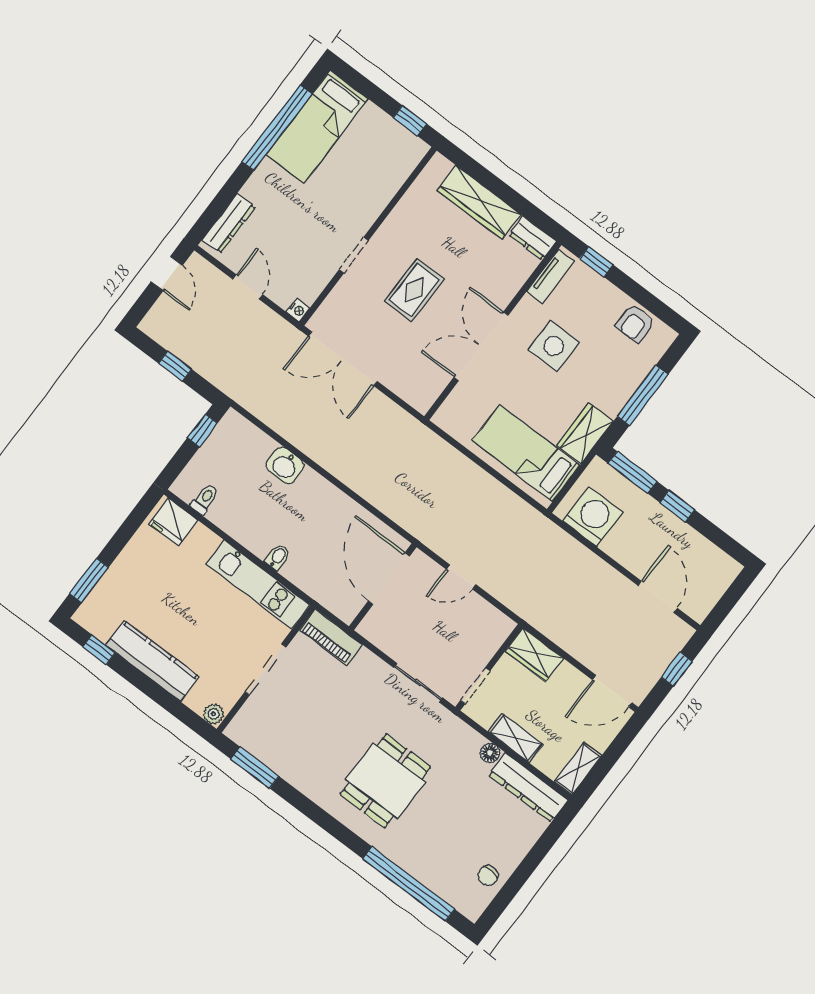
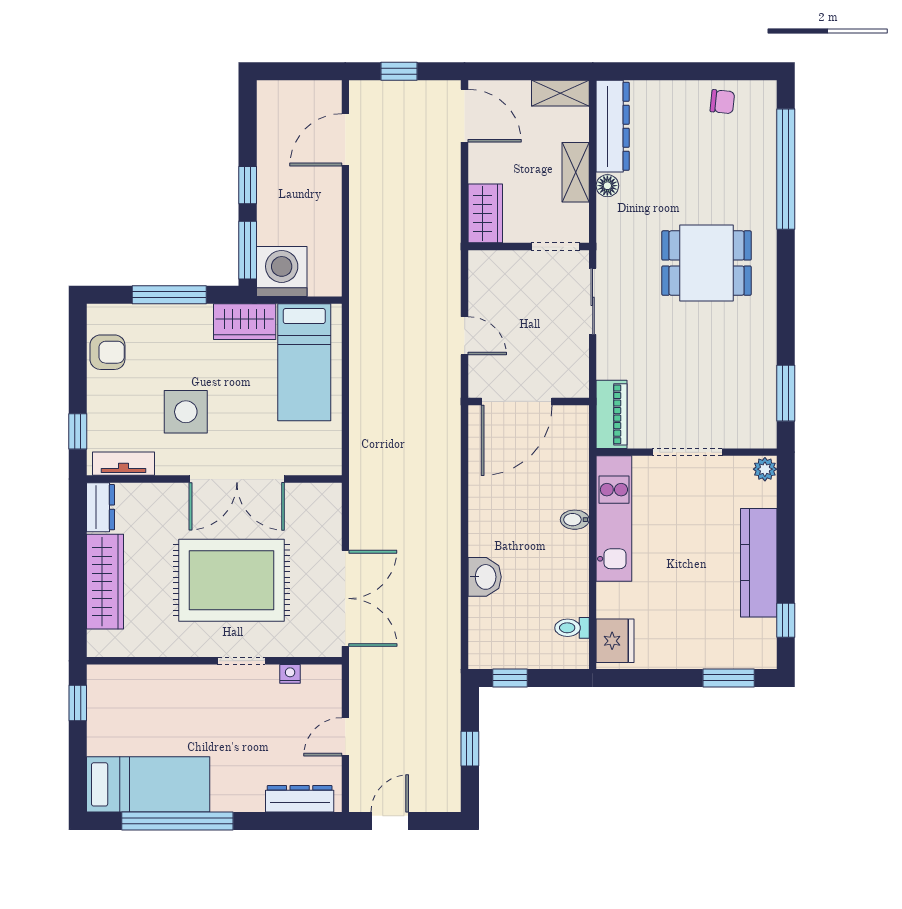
rug: (414, 290) -> (231, 580), width x1.86, depth x2.06
nightstand: (298, 310) -> (290, 674), moved
washing machine: (593, 517) -> (282, 271), moved, turned 90

